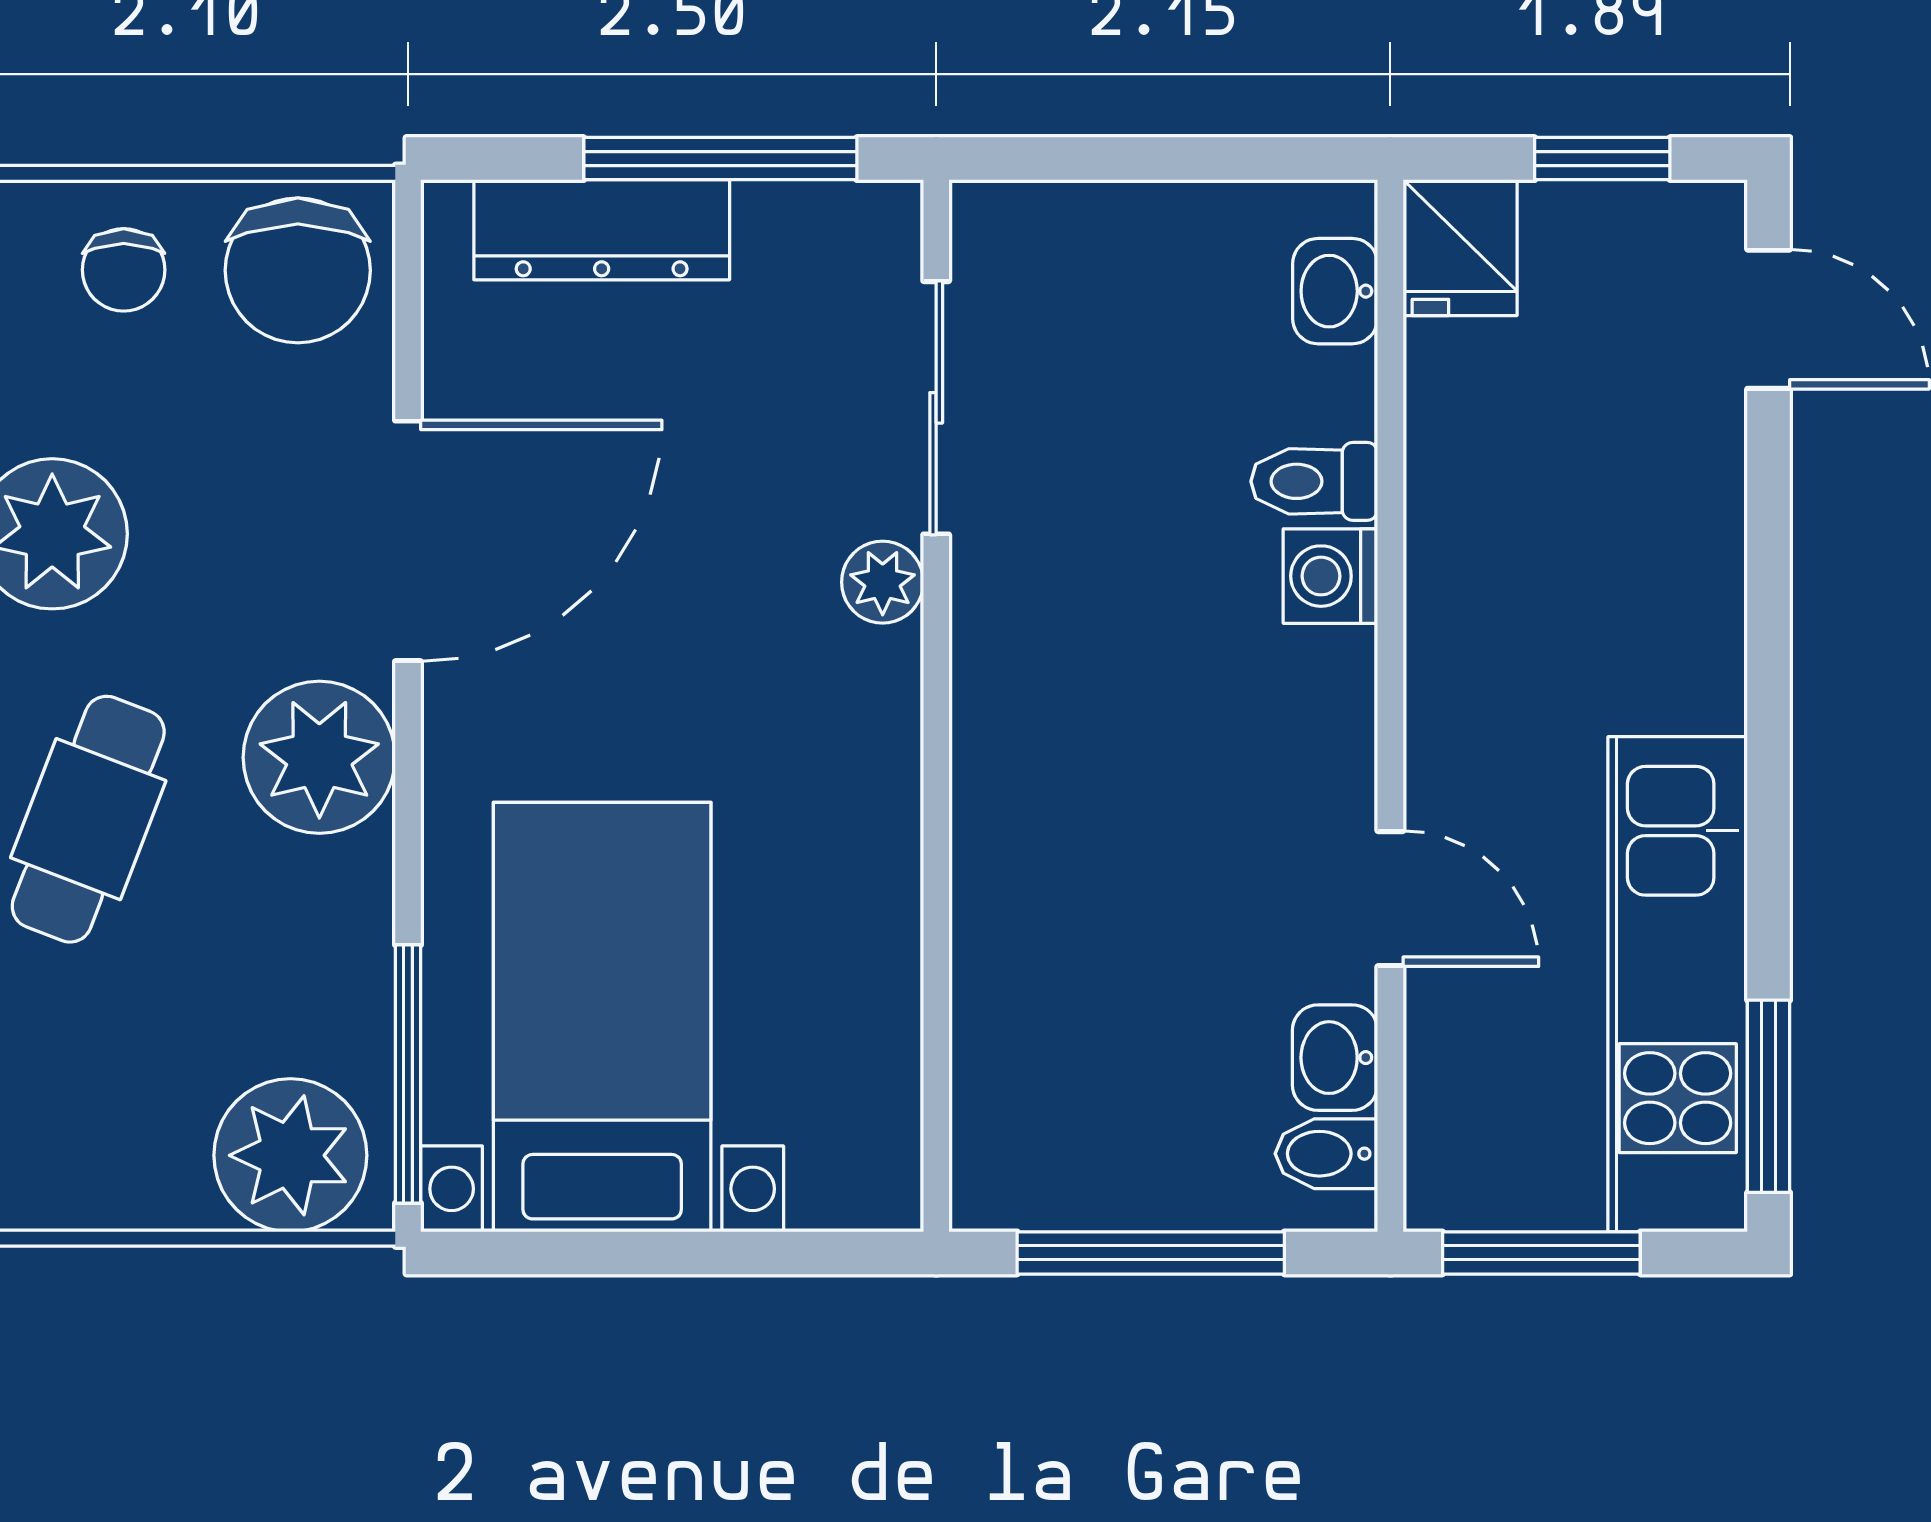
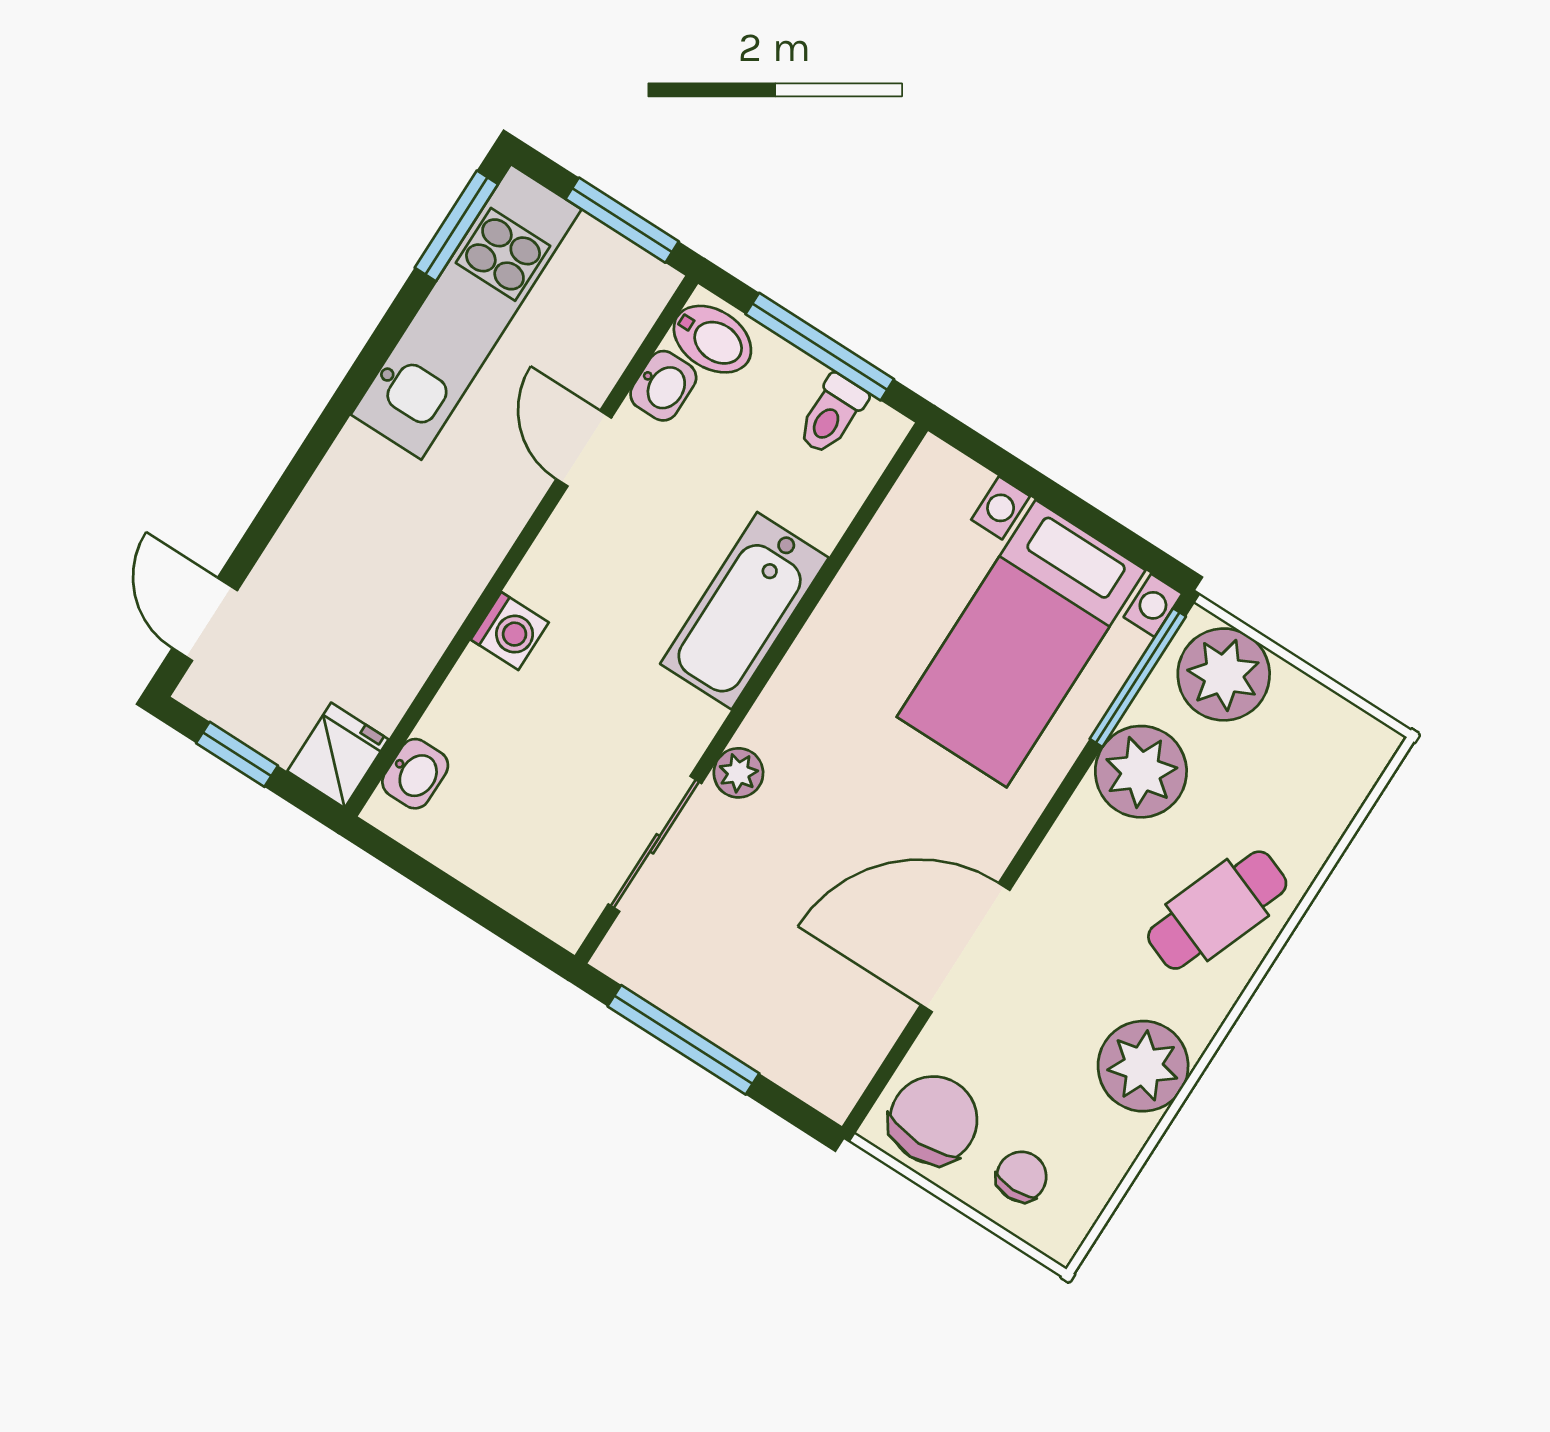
dresser: (602, 230) -> (767, 1042), removed
toilet: (1314, 481) -> (832, 415), moved, turned 90
plant: (319, 757) -> (1141, 772), moved
bathtub: (1020, 815) -> (744, 611), added
bidet: (1326, 1154) -> (712, 339), width x1.38, depth x1.36

